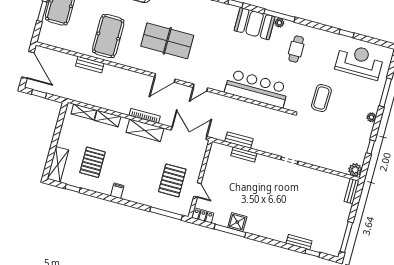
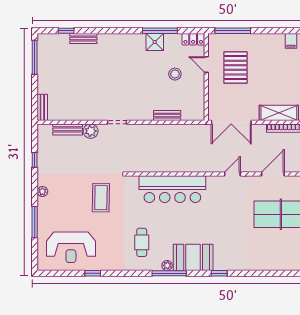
bench: (239, 140) -> (68, 129), moved
plant: (355, 170) -> (91, 131), moved
stool: (227, 189) -> (175, 74), added

